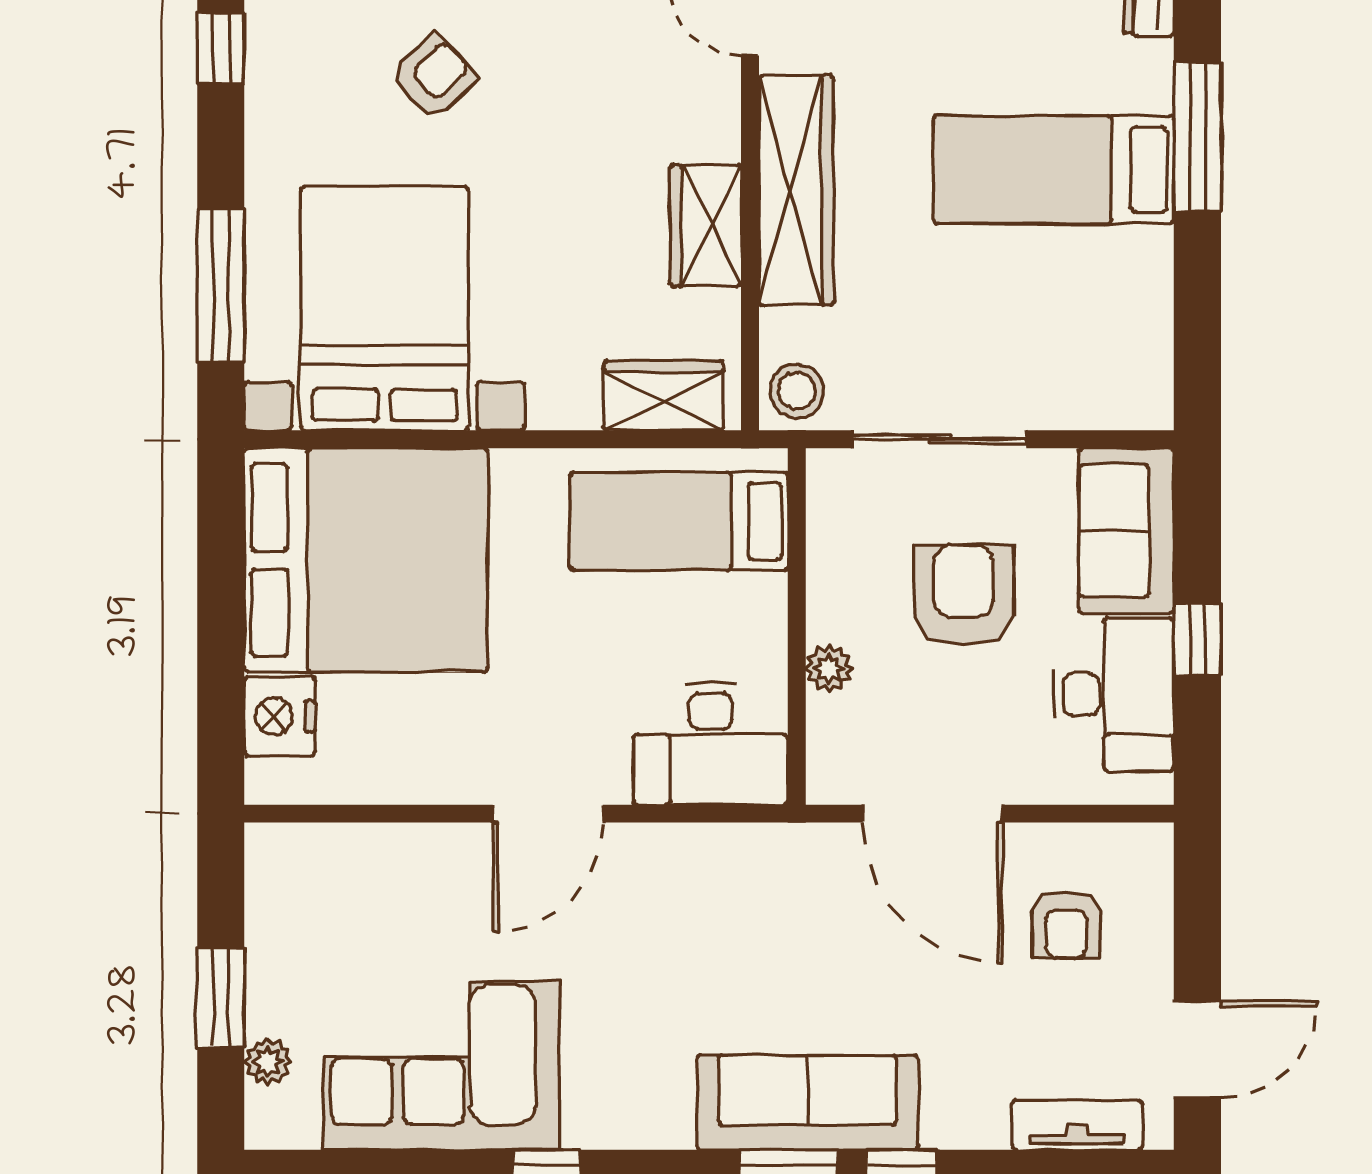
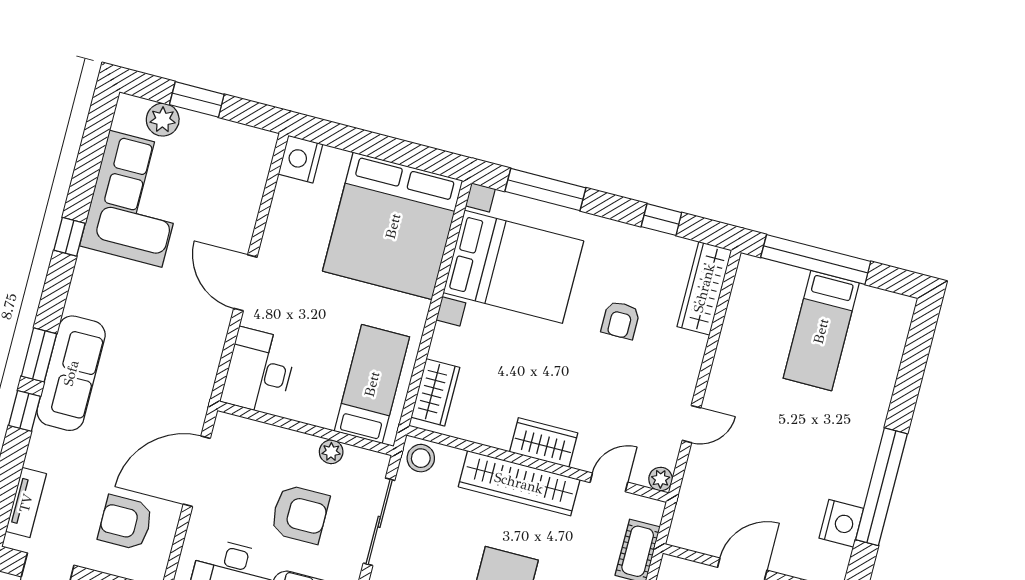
armchair: (433, 77) -> (620, 320), turned 44
wardrobe: (706, 226) -> (544, 443), moved
plant: (829, 668) -> (331, 452), moved
nightstand: (280, 716) -> (301, 159), moved, turned -90
armchair: (1066, 924) -> (126, 523), width x1.38, depth x1.38
plant: (268, 1062) -> (163, 120), width x1.38, depth x1.38

